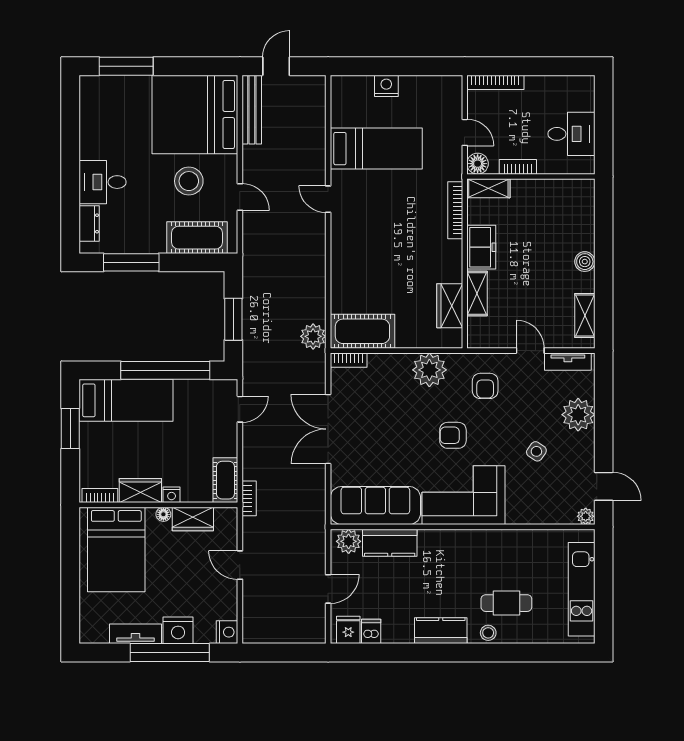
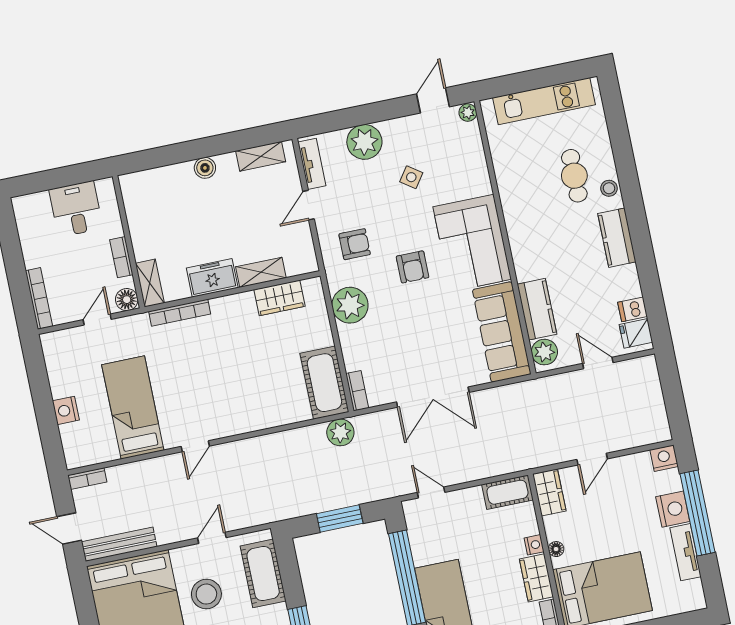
bookcase: (249, 498) -> (87, 479), moved, turned 180
wardrobe: (193, 519) -> (549, 492), moved

